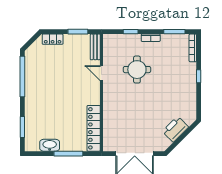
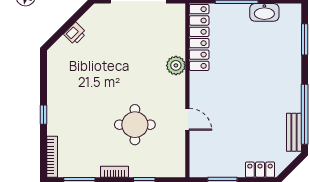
bench: (95, 47) -> (294, 132), moved
plant: (109, 109) -> (176, 65), added
printer: (175, 129) -> (75, 34), width x0.53, depth x0.68

